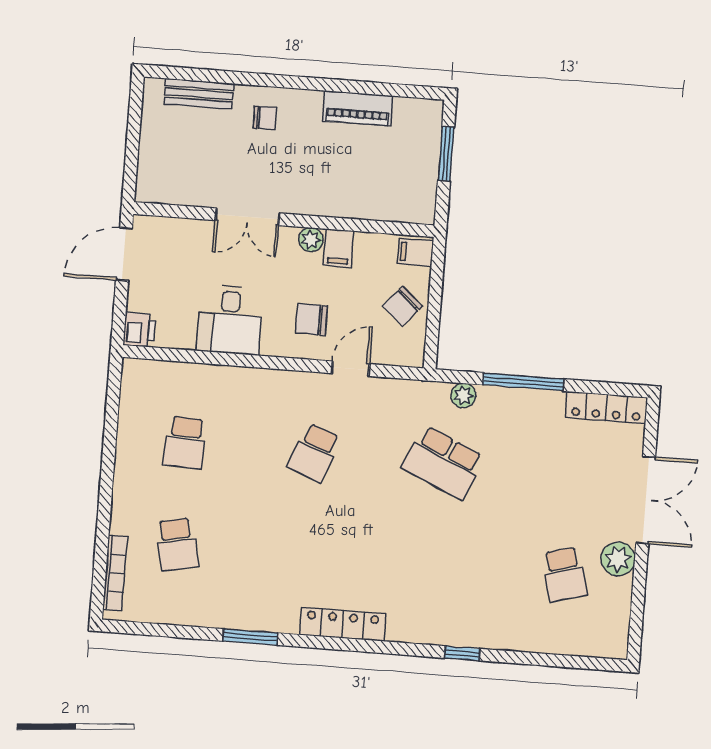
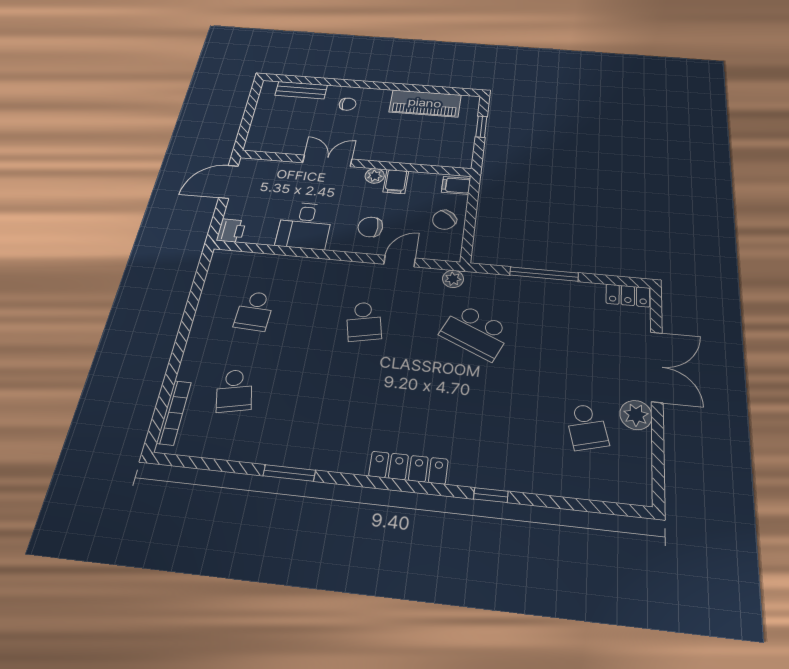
piano: (358, 108) -> (425, 103), width x1.37, depth x1.33
window: (446, 154) -> (481, 127), width x0.67
double door: (247, 217) -> (327, 161), swing flipped
plant: (463, 395) -> (453, 279), moved
locker: (606, 408) -> (628, 295), width x0.66
school desk: (314, 453) -> (364, 321), turned -33
locker: (343, 624) -> (408, 468), moved

